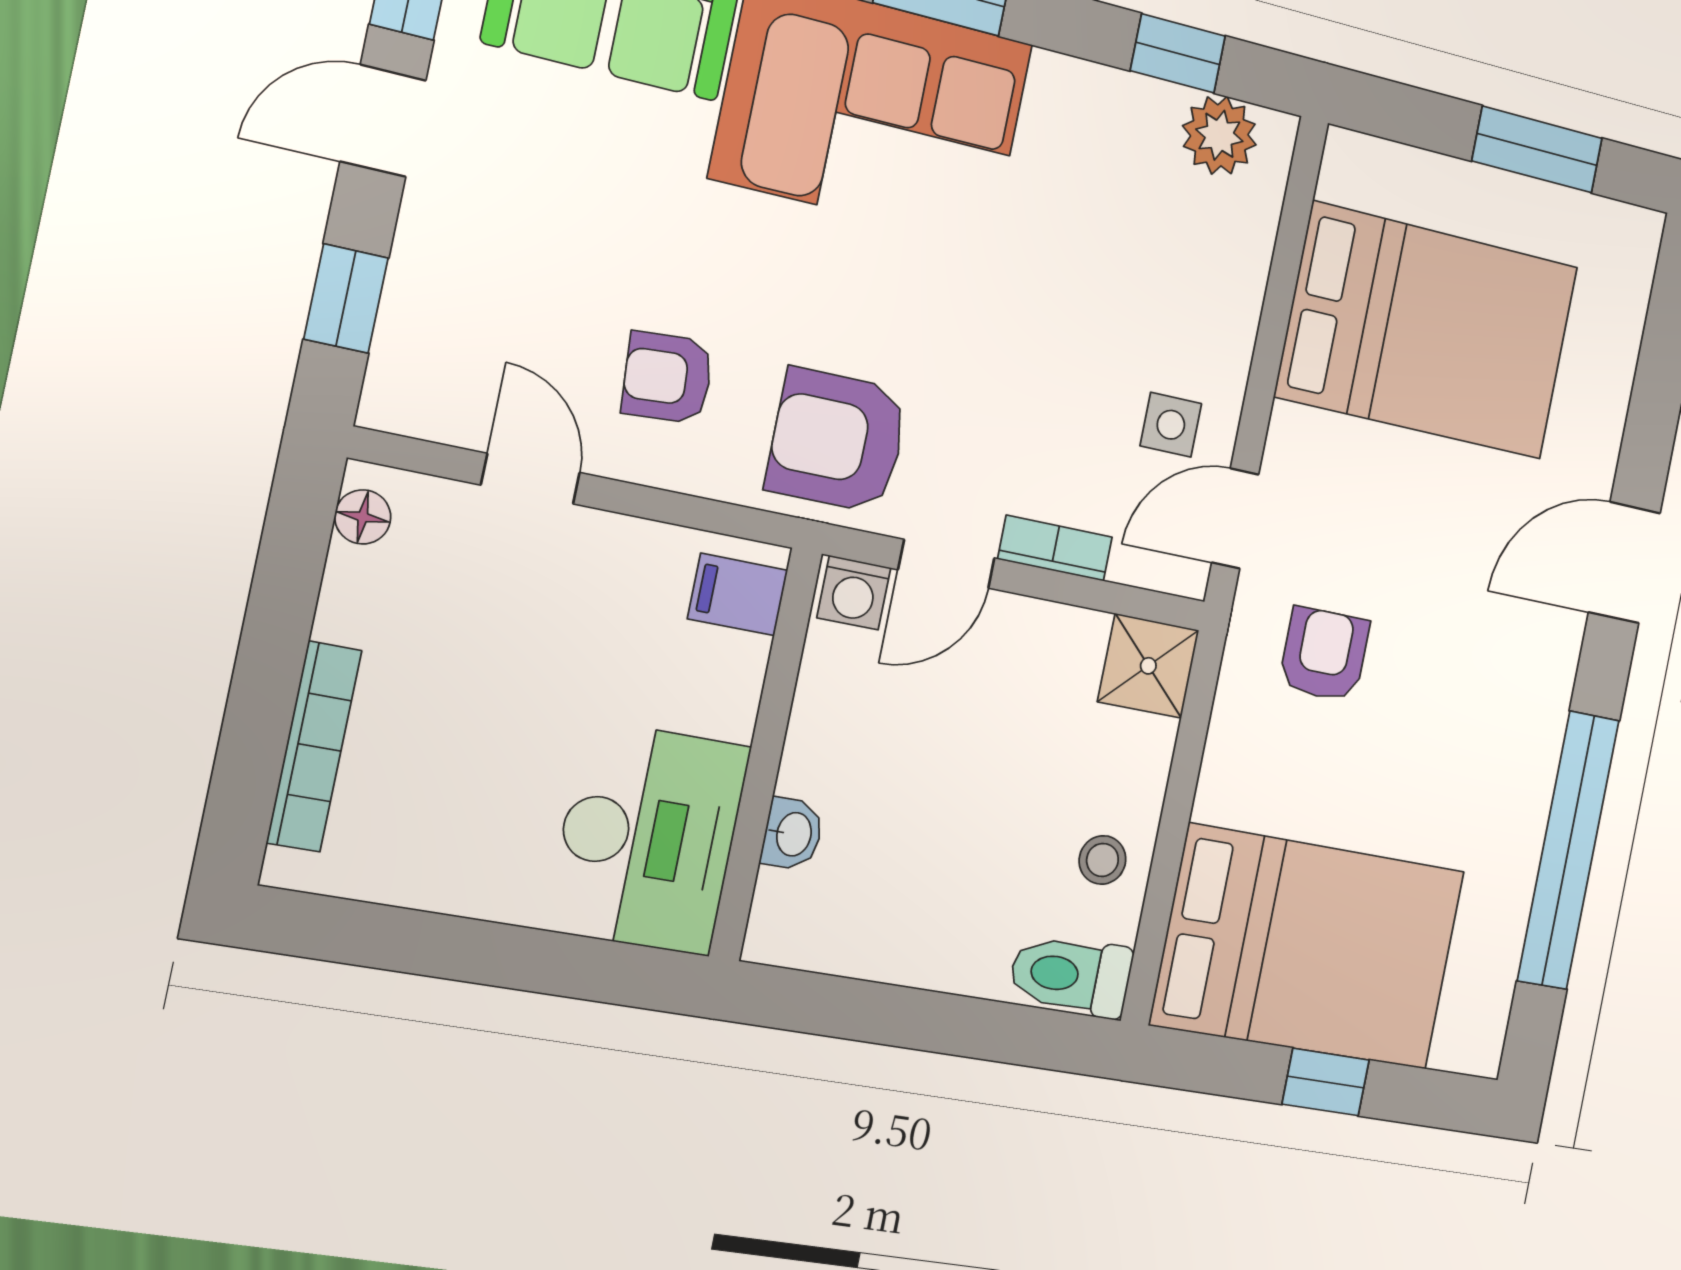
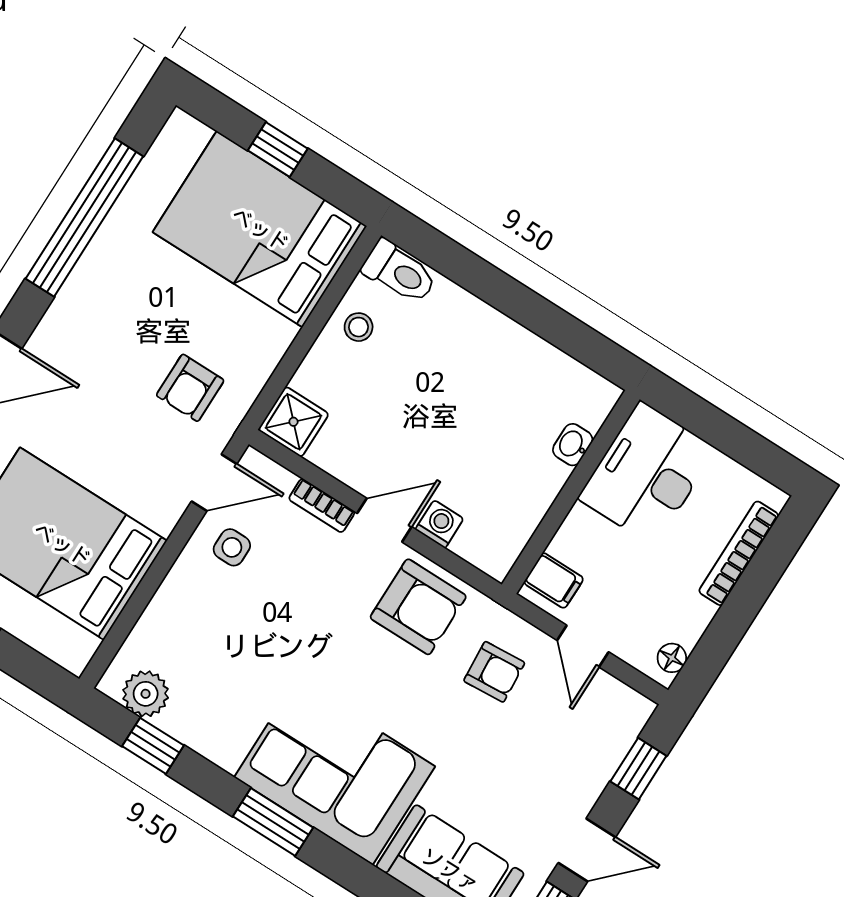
filing cabinet: (738, 594) -> (554, 581), moved
wall: (766, 754) -> (571, 492), moved
washbasin: (792, 834) -> (573, 445), moved
desk: (648, 838) -> (647, 474), moved

